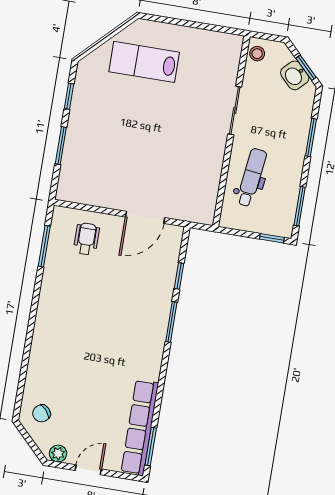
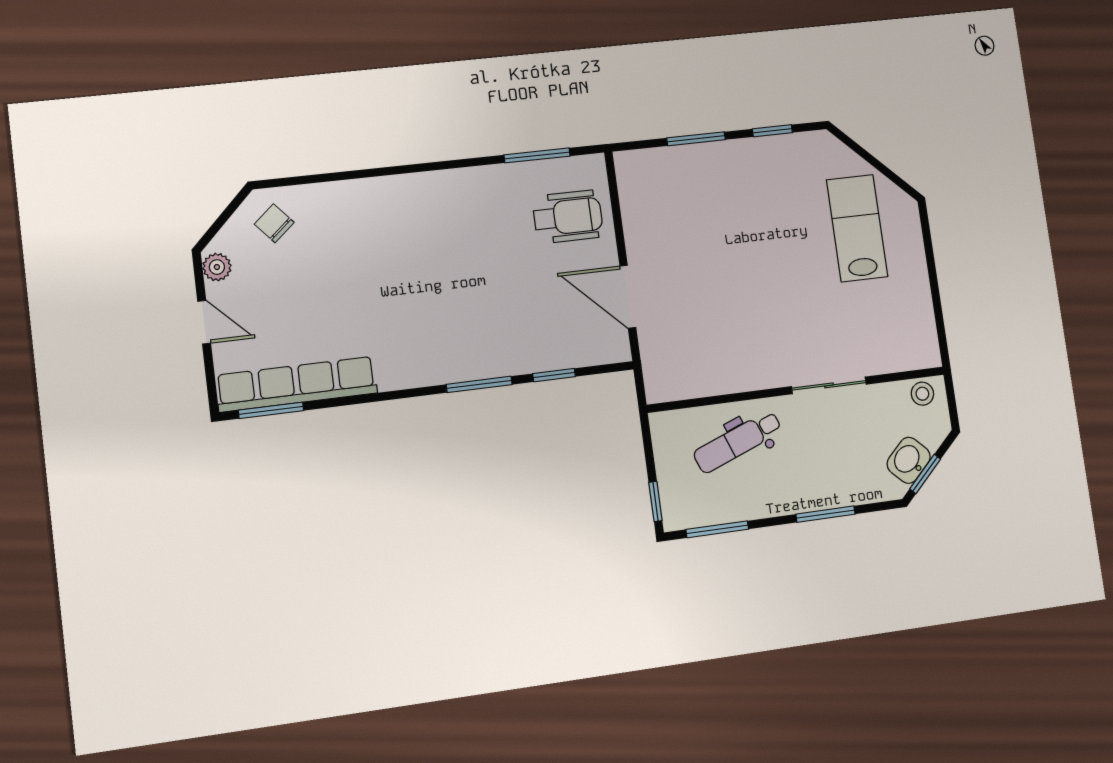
dental chair: (252, 178) -> (738, 442), turned 152
wheelchair: (87, 239) -> (568, 217), width x1.36, depth x1.37

